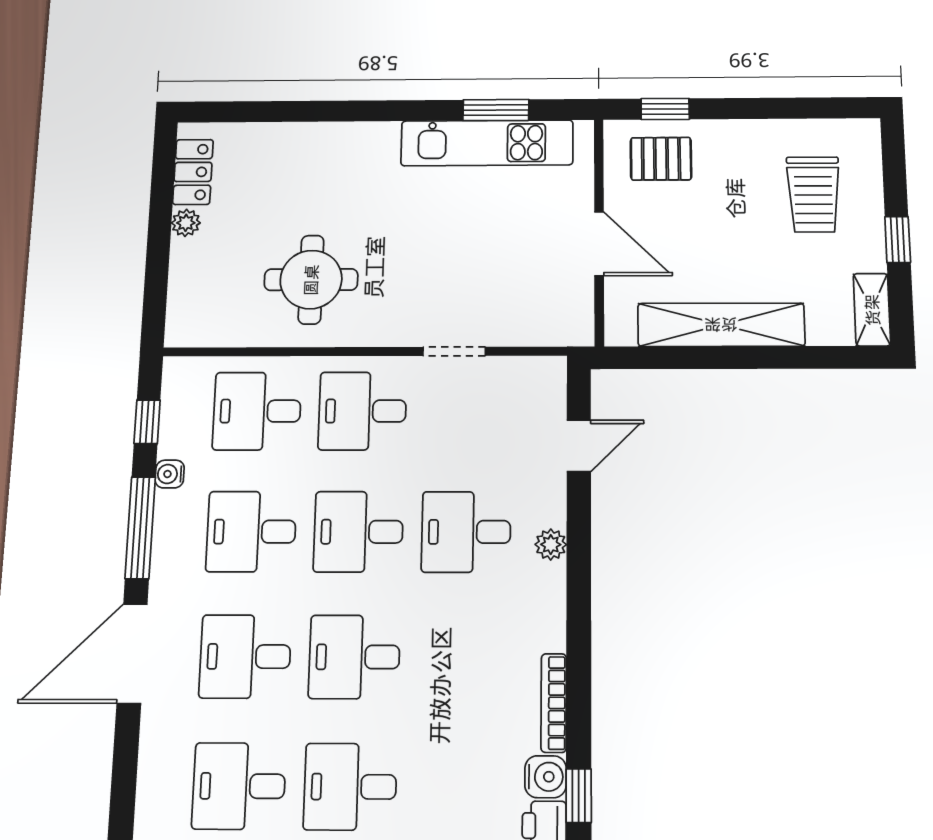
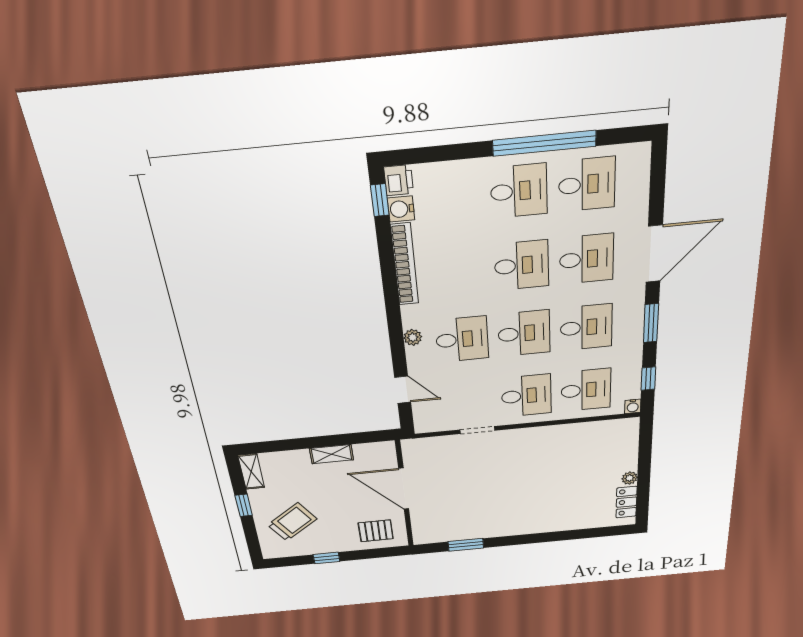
window: (665, 109) -> (327, 558), moved
kitchen unit: (487, 143) -> (469, 530), removed
trolley: (813, 194) -> (292, 522), turned 55
door: (599, 244) -> (404, 489), width x1.36
round table: (311, 280) -> (559, 457), removed
shelving: (721, 325) -> (332, 454), width x0.45, depth x0.75
door: (579, 446) -> (403, 390), swing flipped
water cooler: (170, 474) -> (633, 406), moved, turned 90
window: (140, 528) -> (651, 323), width x0.69
bookcase: (554, 703) -> (405, 264), width x1.48, depth x1.31

